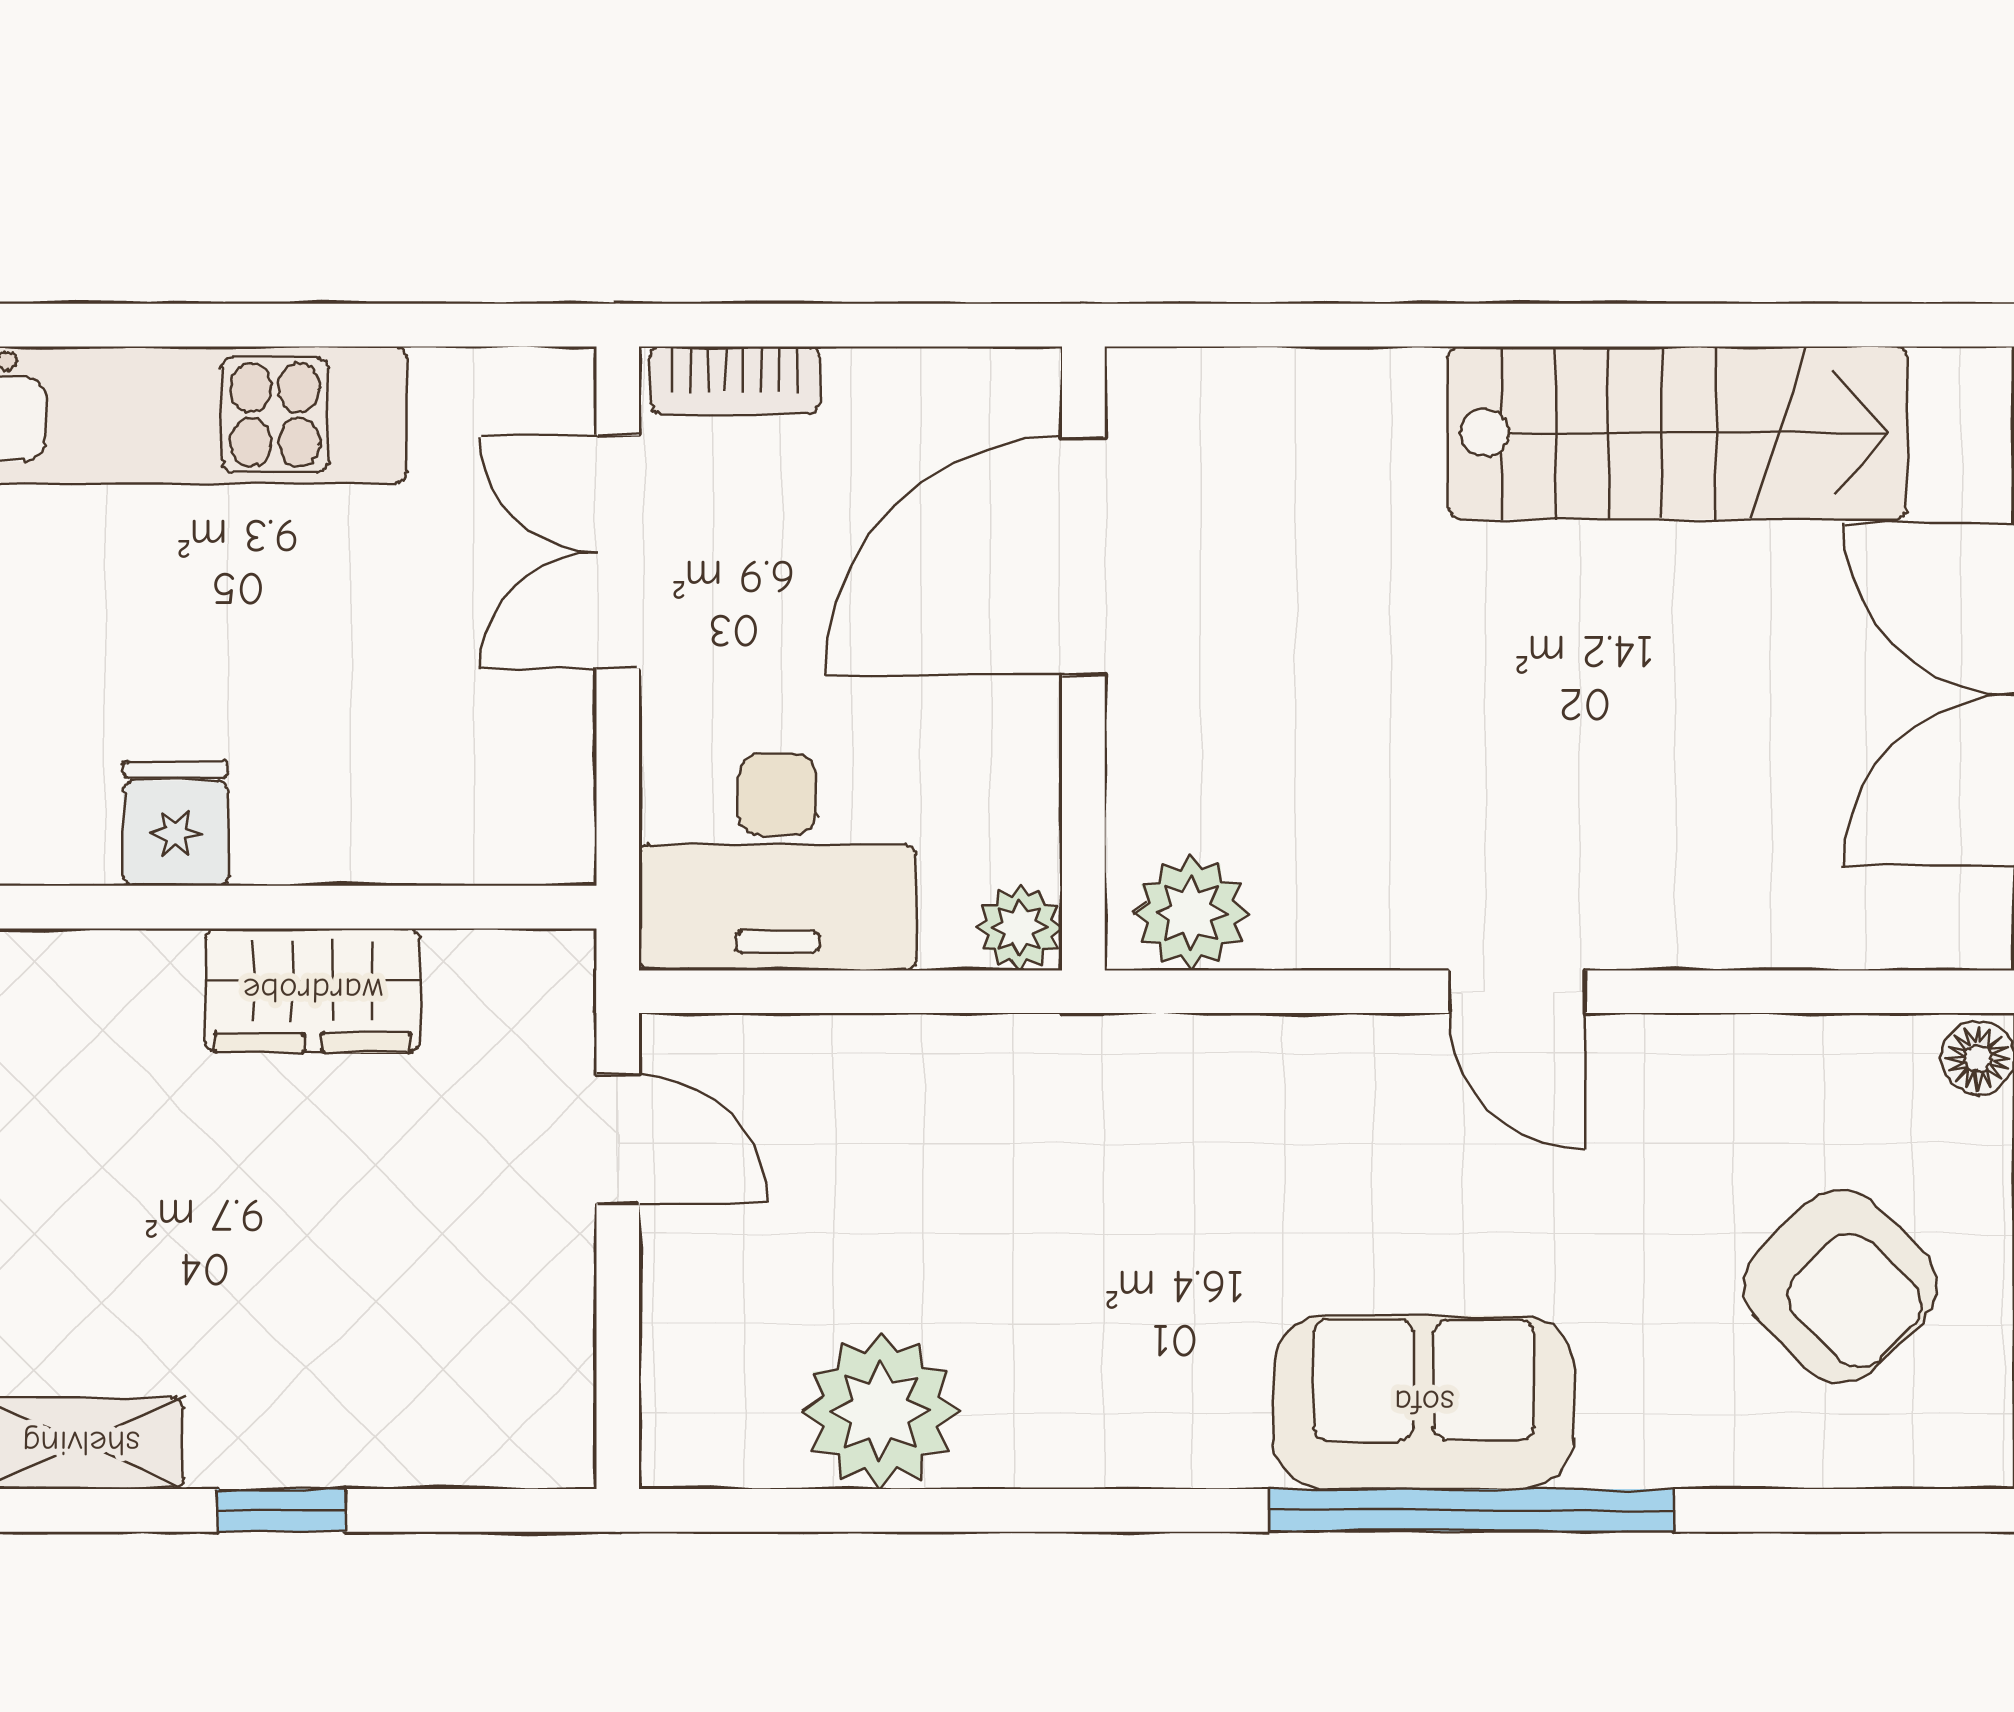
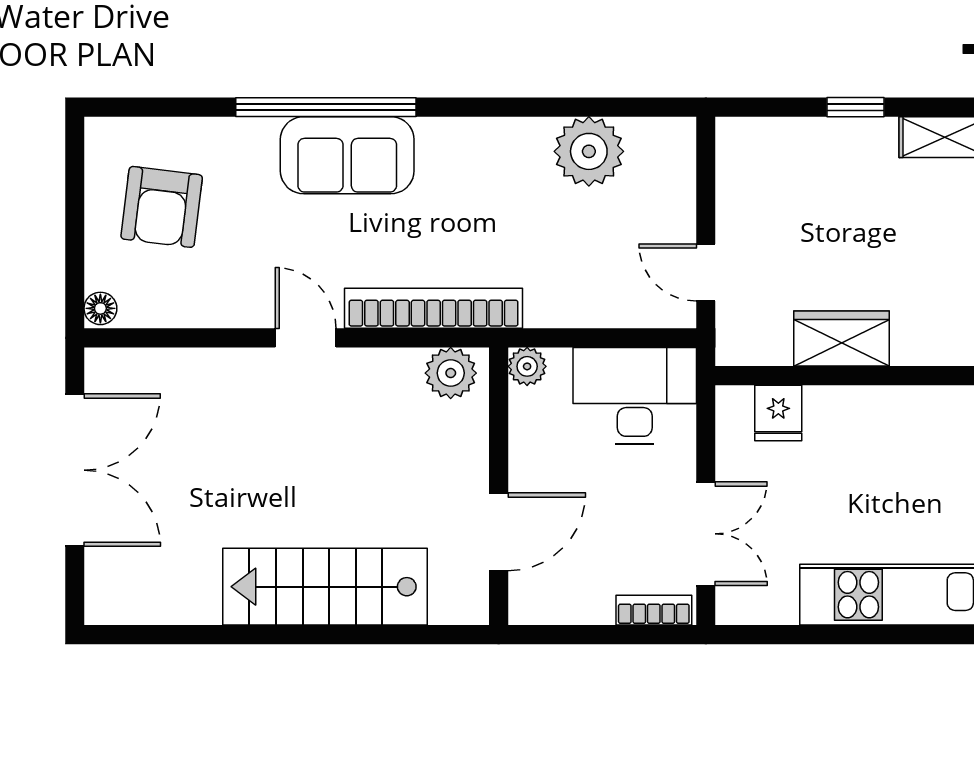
stairs: (1677, 433) -> (325, 587), moved
door: (1083, 556) -> (499, 532), width x0.73
fridge: (176, 823) -> (778, 413), moved
bookcase: (1229, 1058) -> (434, 308), added
armchair: (1840, 1286) -> (162, 207), turned -128

